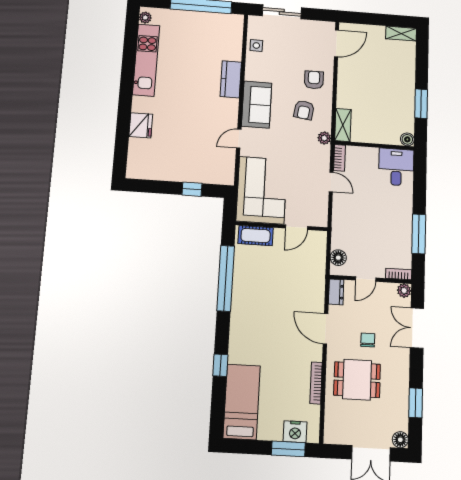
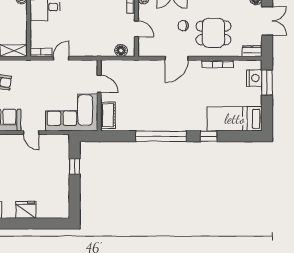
plant: (324, 138) -> (25, 65), removed
window: (226, 278) -> (161, 136), moved
dresser: (336, 292) -> (252, 51), moved
dining table: (357, 380) -> (213, 33), turned 90

